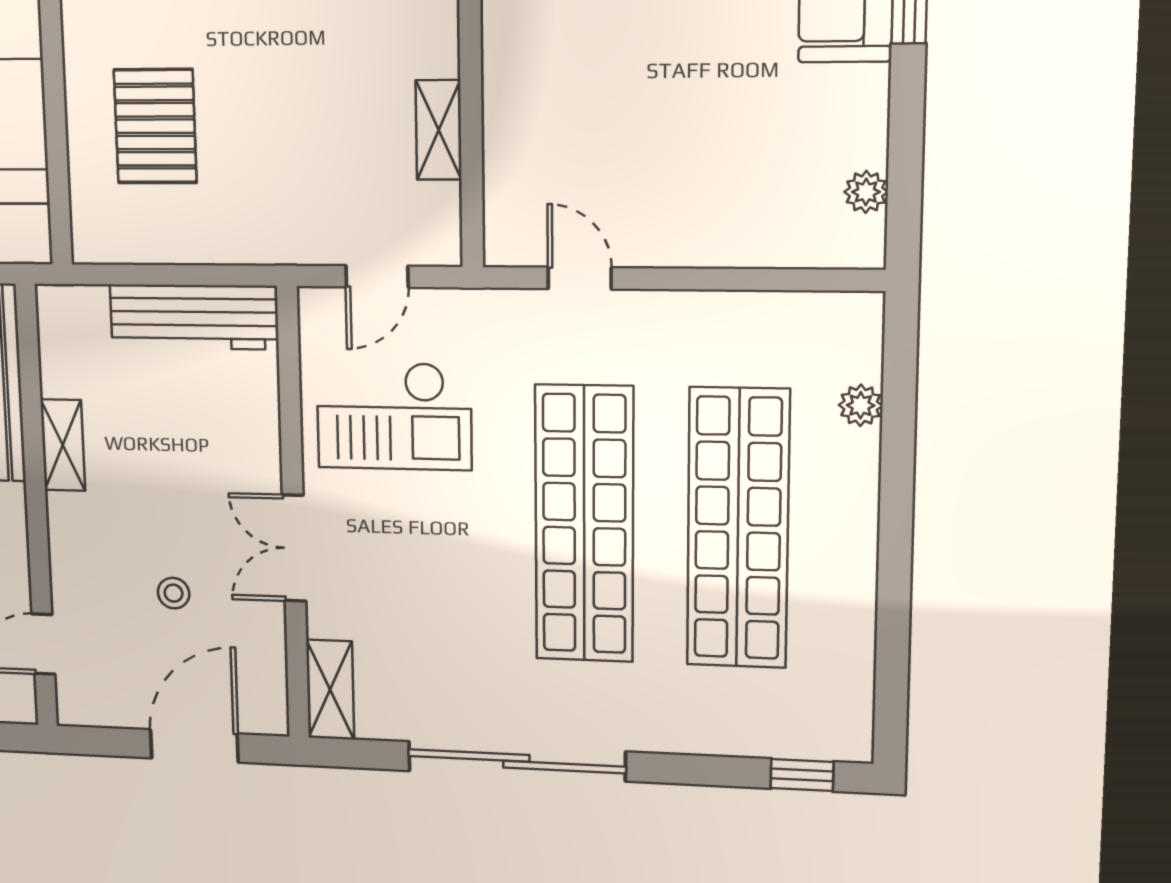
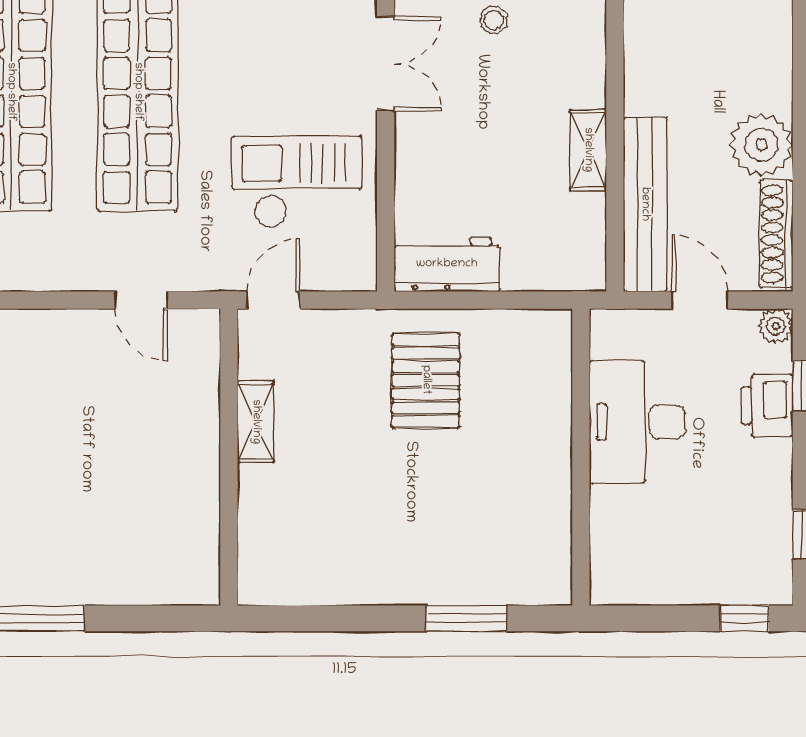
pallet: (155, 126) -> (426, 380), moved
door: (377, 277) -> (273, 300), moved
workbench: (194, 317) -> (447, 264), width x0.73

